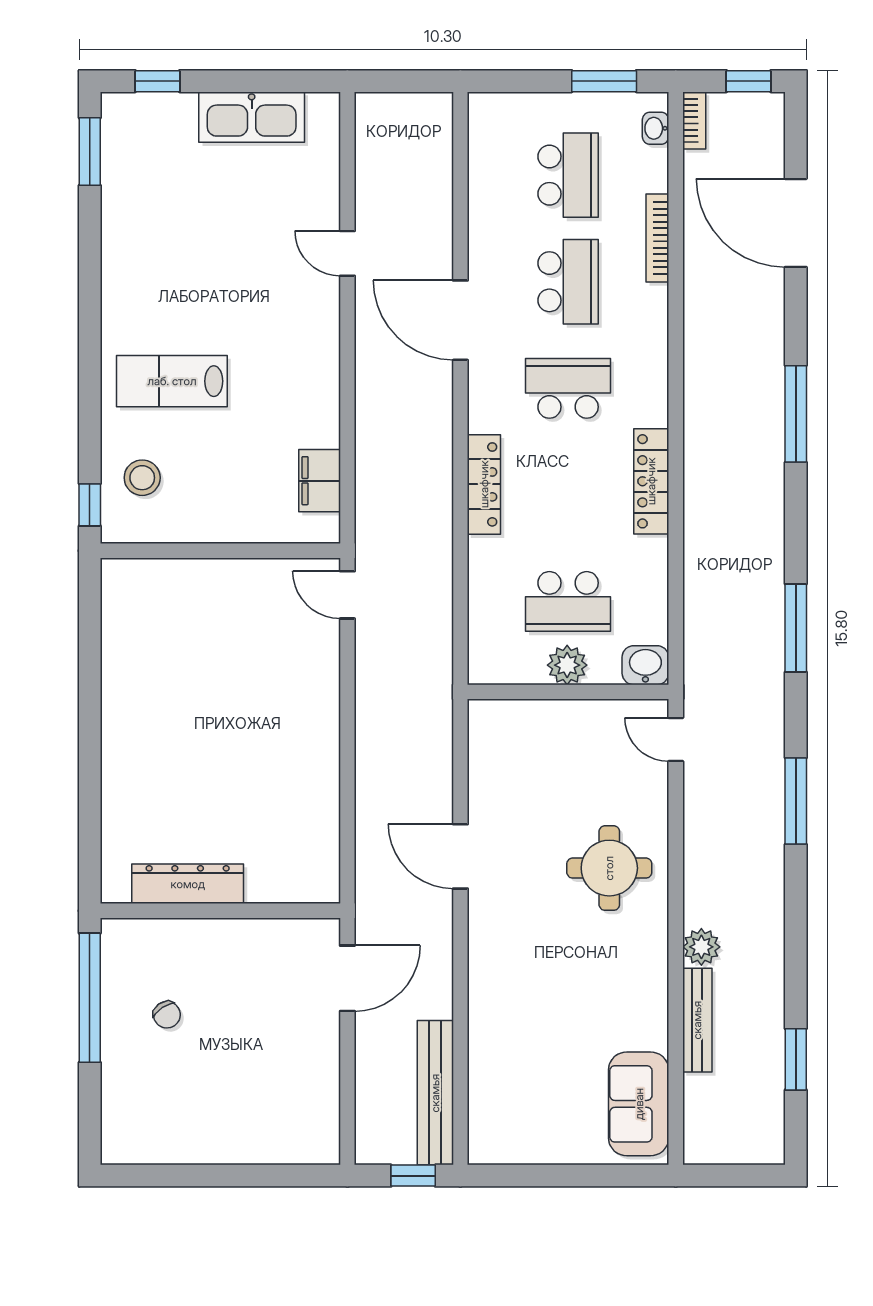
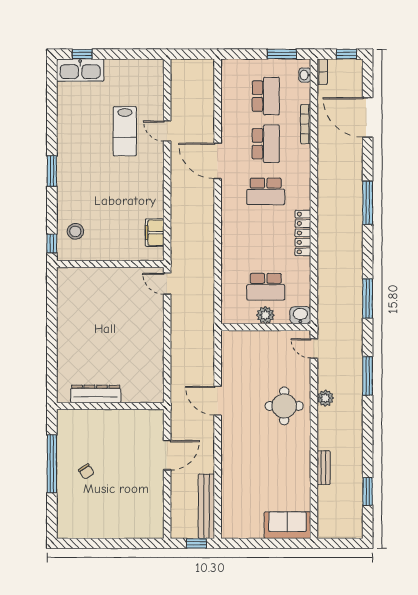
kitchen sink: (252, 117) -> (80, 70), moved
window: (90, 152) -> (52, 171), moved
lab bench: (172, 381) -> (125, 131), moved, turned -90
school desk: (568, 388) -> (266, 191), turned 180
locker: (484, 484) -> (228, 234), removed
dresser: (188, 884) -> (96, 394), moved
wall: (220, 911) -> (110, 406), moved
plant: (701, 947) -> (325, 398), moved
bench: (697, 1020) -> (324, 468), width x0.73
sofa: (639, 1104) -> (288, 525), moved, turned 90

